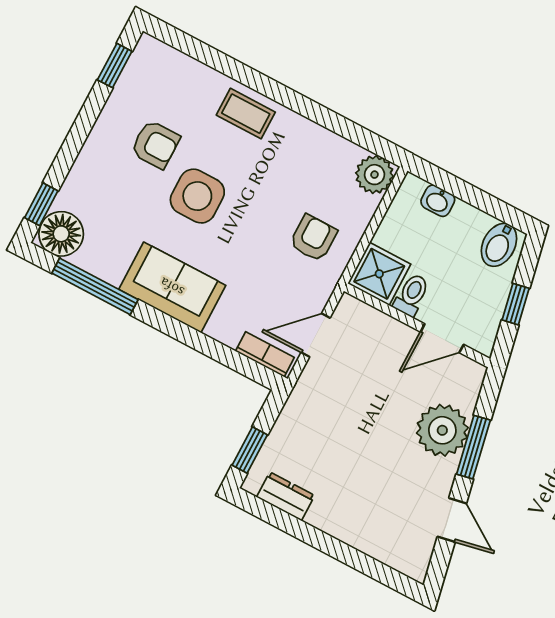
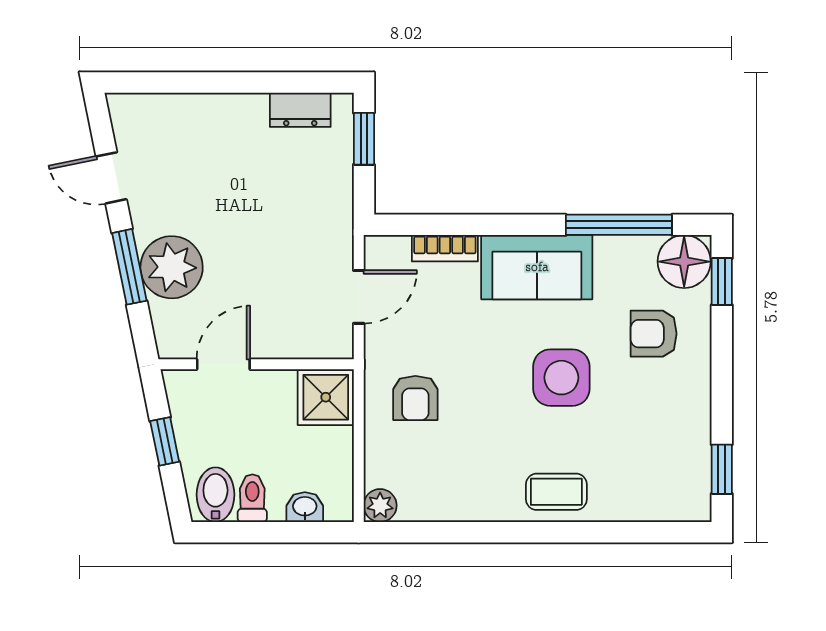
armchair: (155, 144) -> (654, 334), moved
plant: (374, 175) -> (380, 506), width x0.73, depth x0.73
toilet: (412, 295) -> (252, 498), moved, turned 180
bookcase: (265, 354) -> (445, 248), moved

